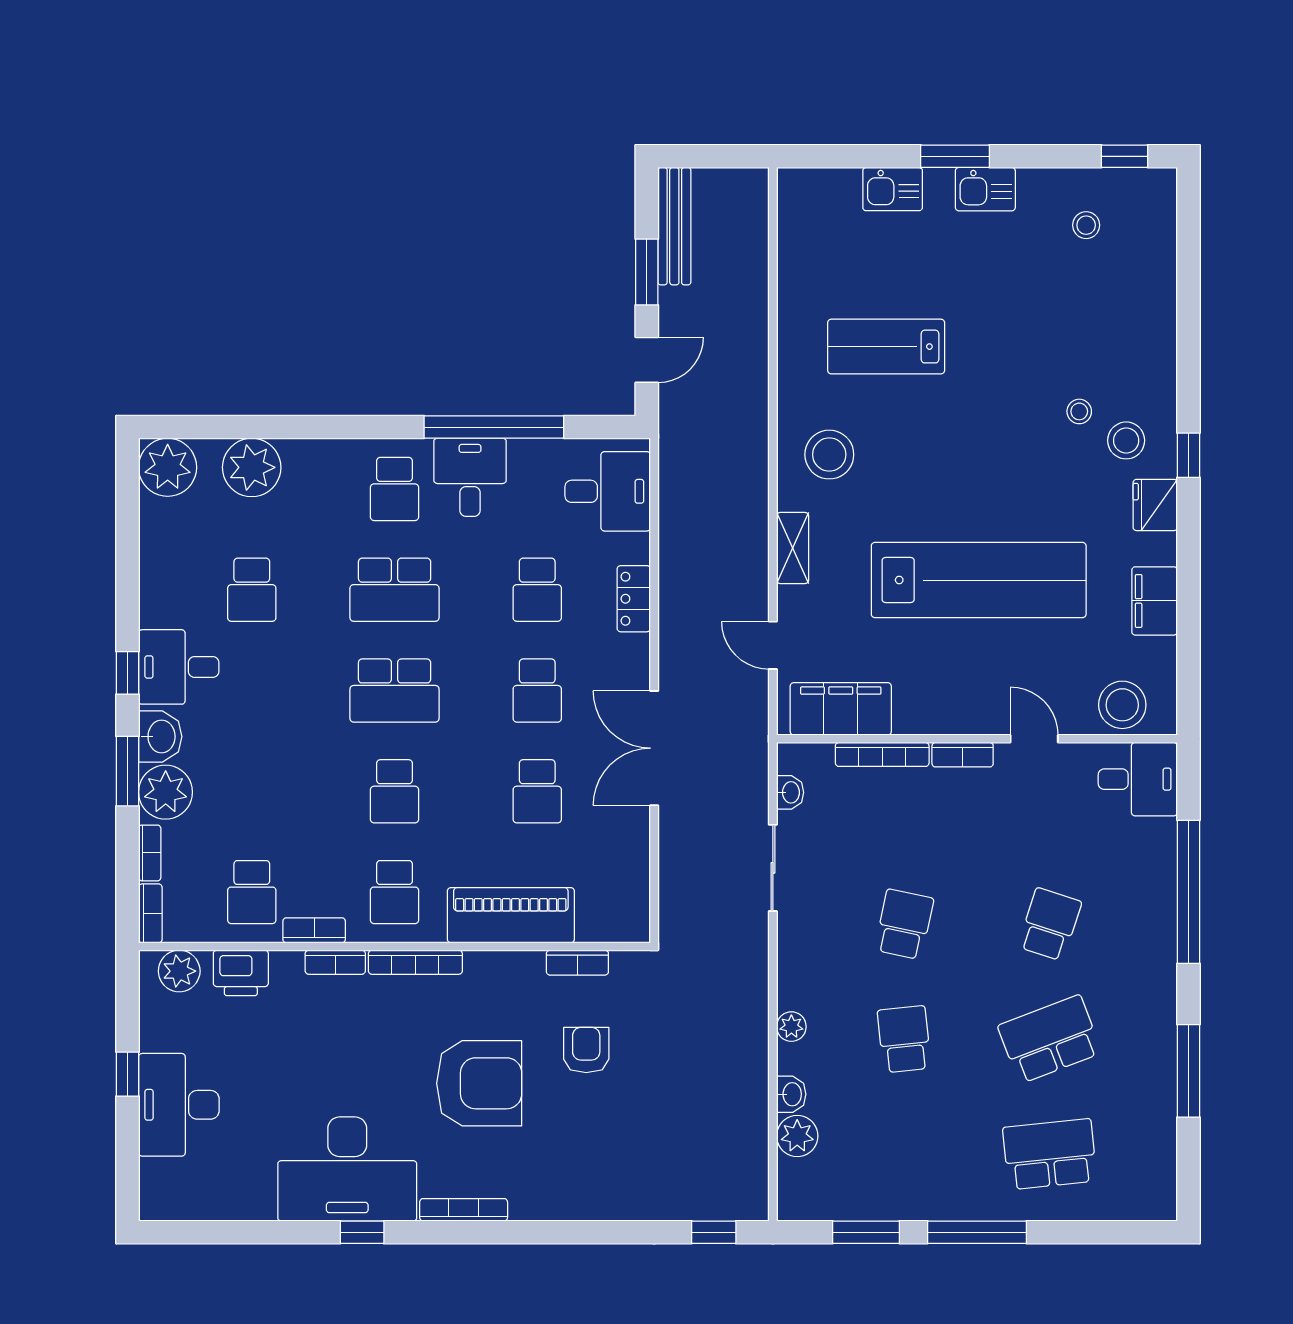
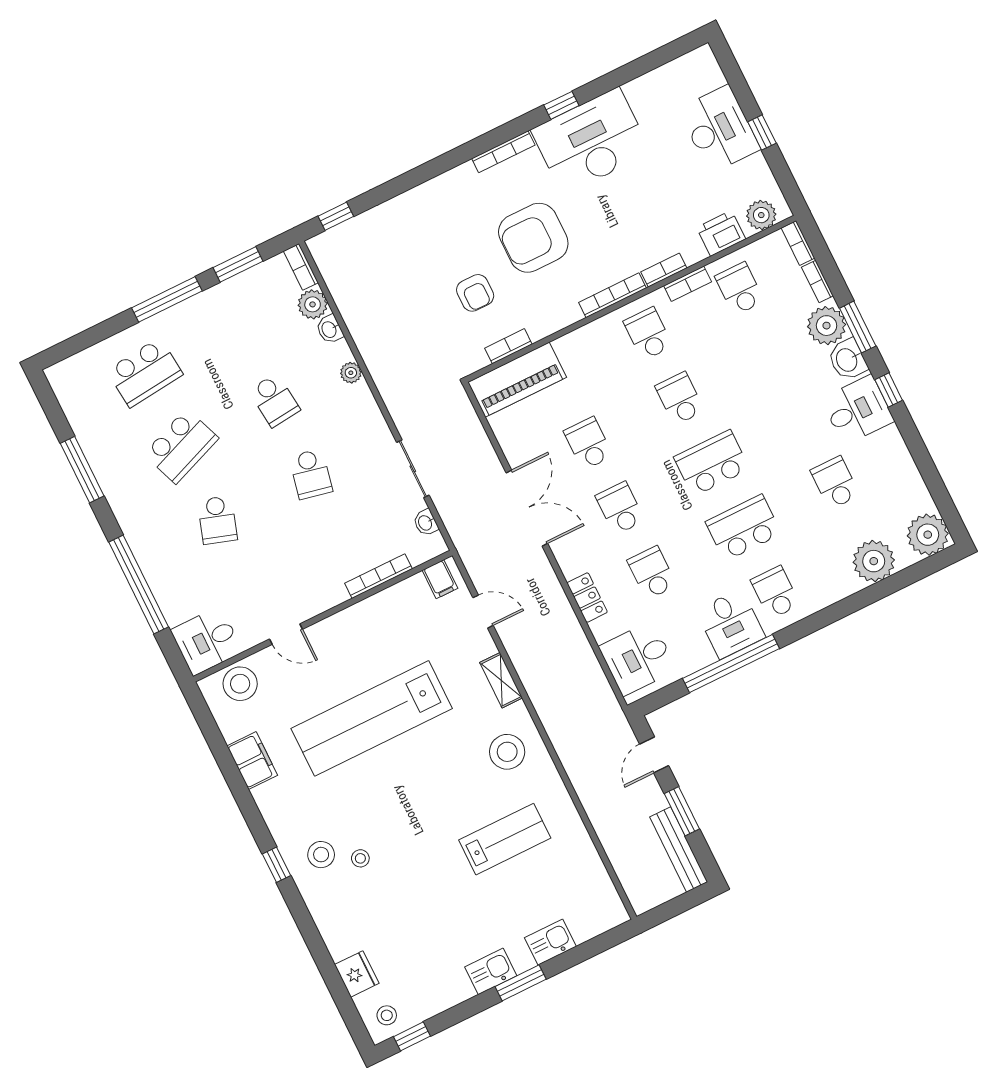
stool: (1086, 225) -> (387, 1015), moved
fridge: (1155, 505) -> (357, 974), moved
filing cabinet: (841, 709) -> (440, 579), width x0.33, depth x0.86
bookcase: (963, 755) -> (301, 267), moved, turned -90
piano: (511, 915) -> (517, 380), moved

